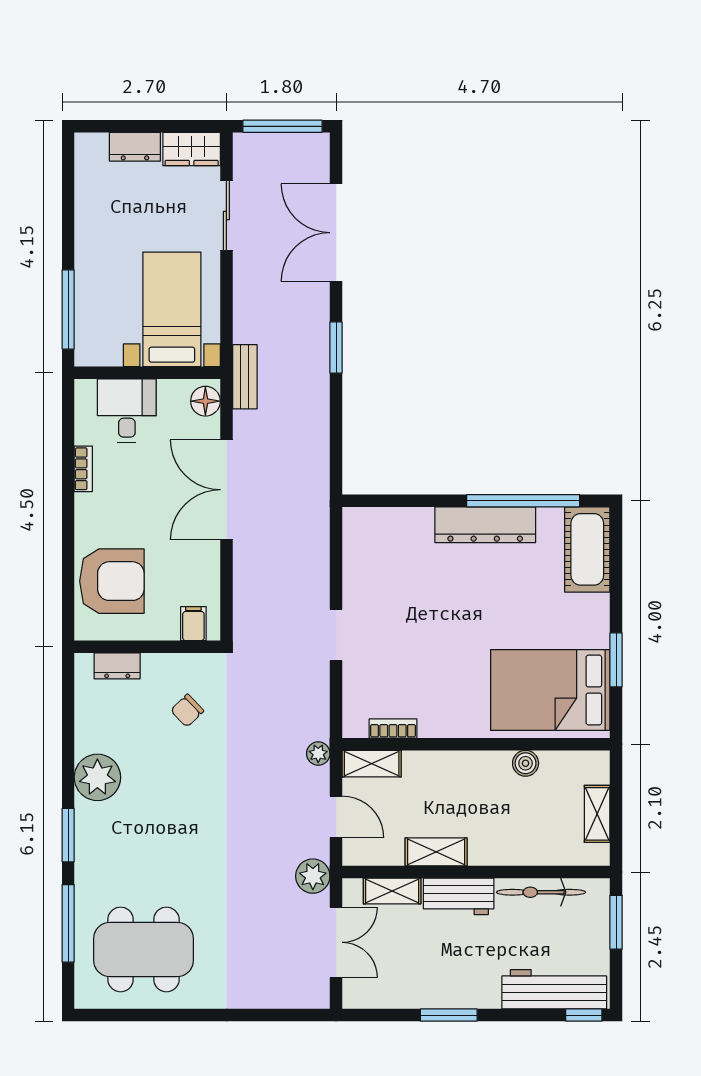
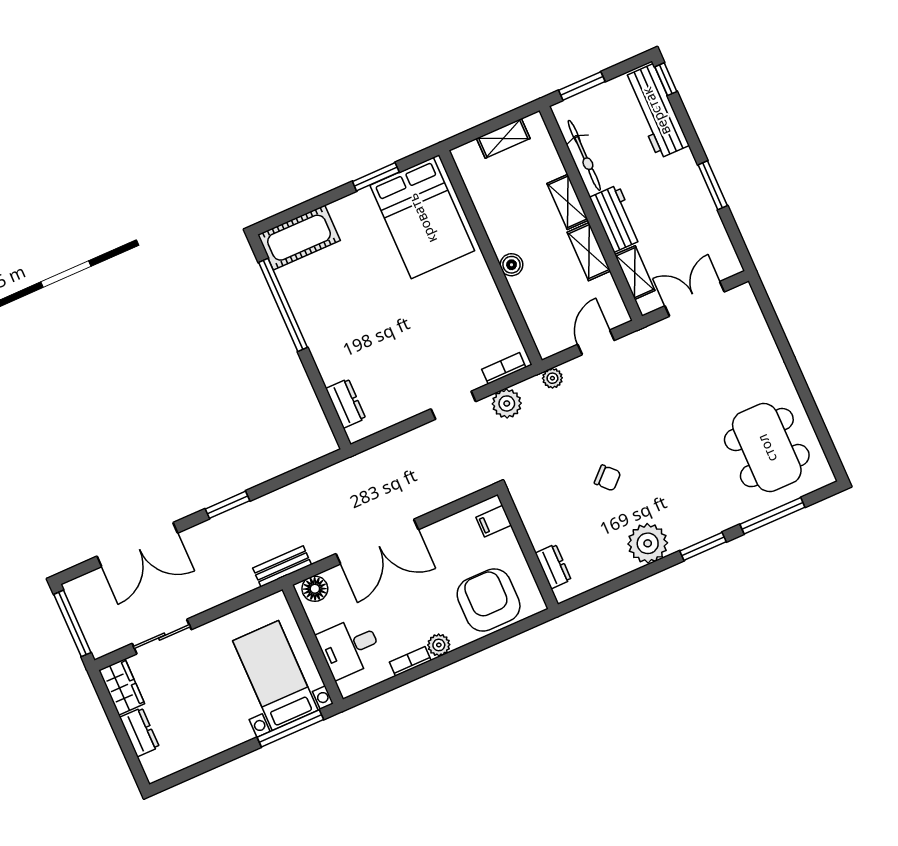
bed with nightstands: (172, 309) -> (275, 675), moved, turned 90
plant: (87, 507) -> (439, 645), added
dresser: (485, 525) -> (346, 403), moved, width x0.51, depth x0.80
chair: (187, 711) -> (608, 478), moved
bookcase: (393, 729) -> (504, 368), moved, turned 90
boiler: (526, 763) -> (512, 265), moved
shelving: (372, 764) -> (568, 202), moved
plant: (313, 876) -> (507, 403), moved

